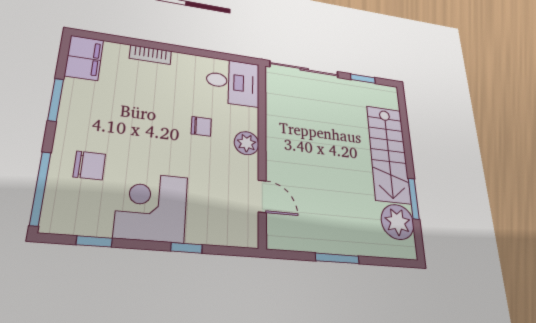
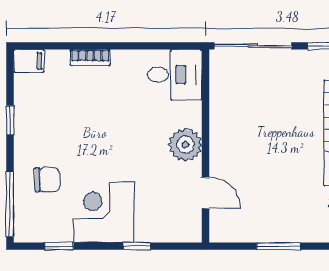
filing cabinet: (84, 58) -> (29, 61), width x0.50
window: (56, 100) -> (10, 120), width x0.67
chair: (201, 126) -> (144, 128), removed
plant: (247, 143) -> (185, 145), width x1.36, depth x1.36

